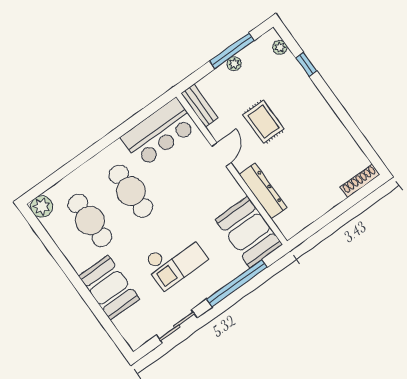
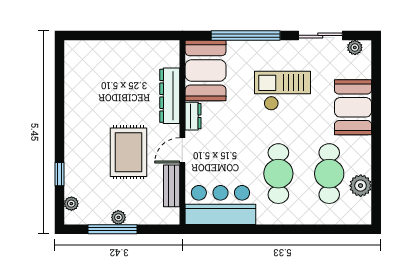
bench: (199, 106) -> (172, 186), moved
rug: (264, 122) -> (128, 152), width x1.36, depth x1.43
shoe rack: (360, 181) -> (84, 47), removed
dresser: (233, 188) -> (193, 116), added
plant: (42, 206) -> (361, 186), moved
plant: (142, 337) -> (355, 47), added

